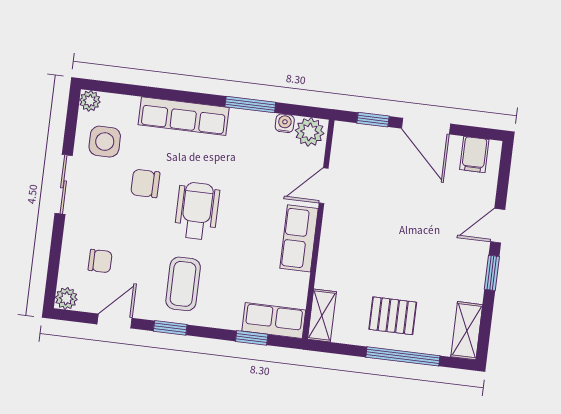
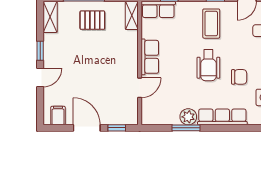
water cooler: (285, 123) -> (166, 120), removed
plant: (310, 132) -> (188, 117), moved

